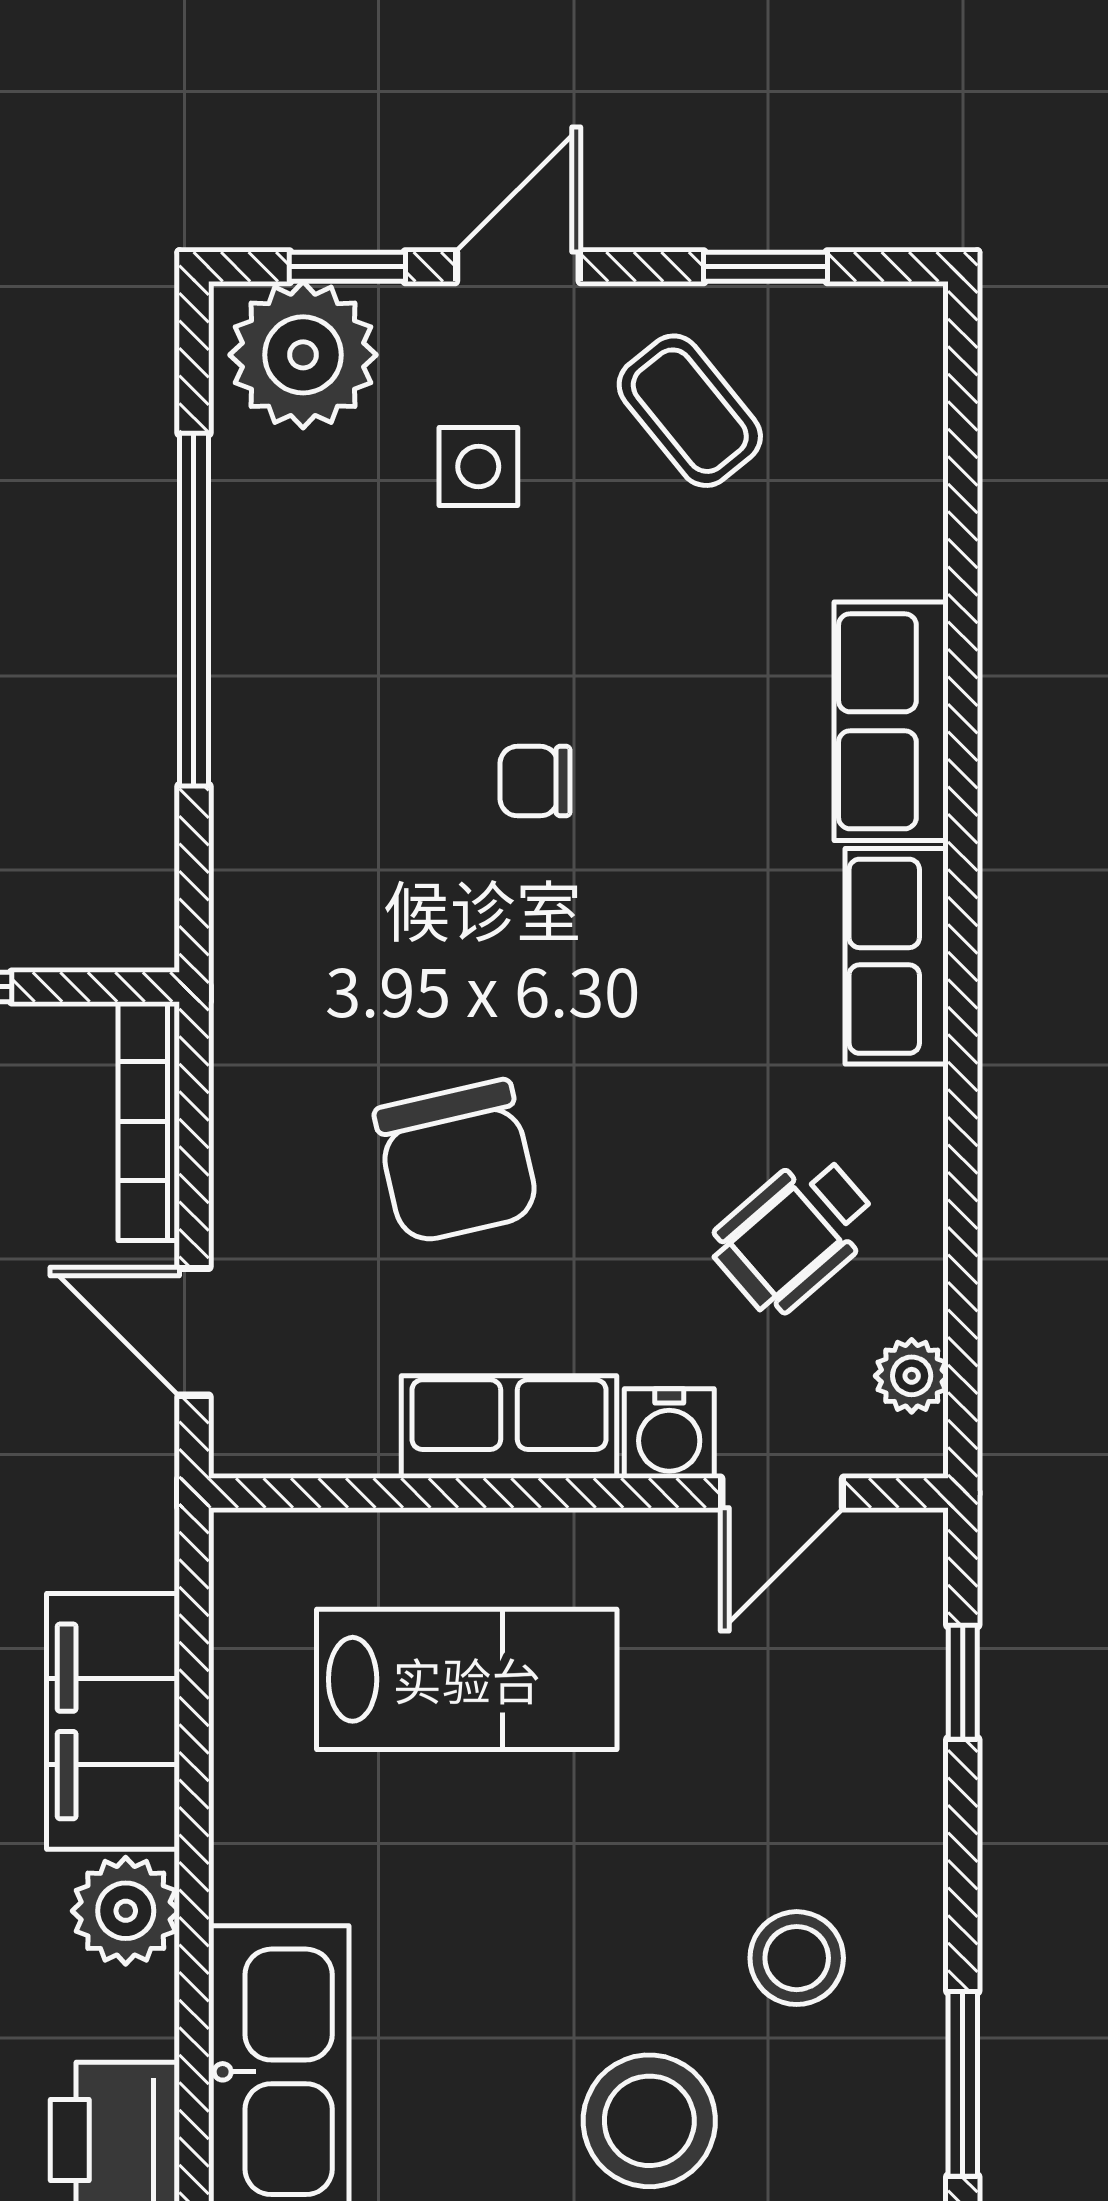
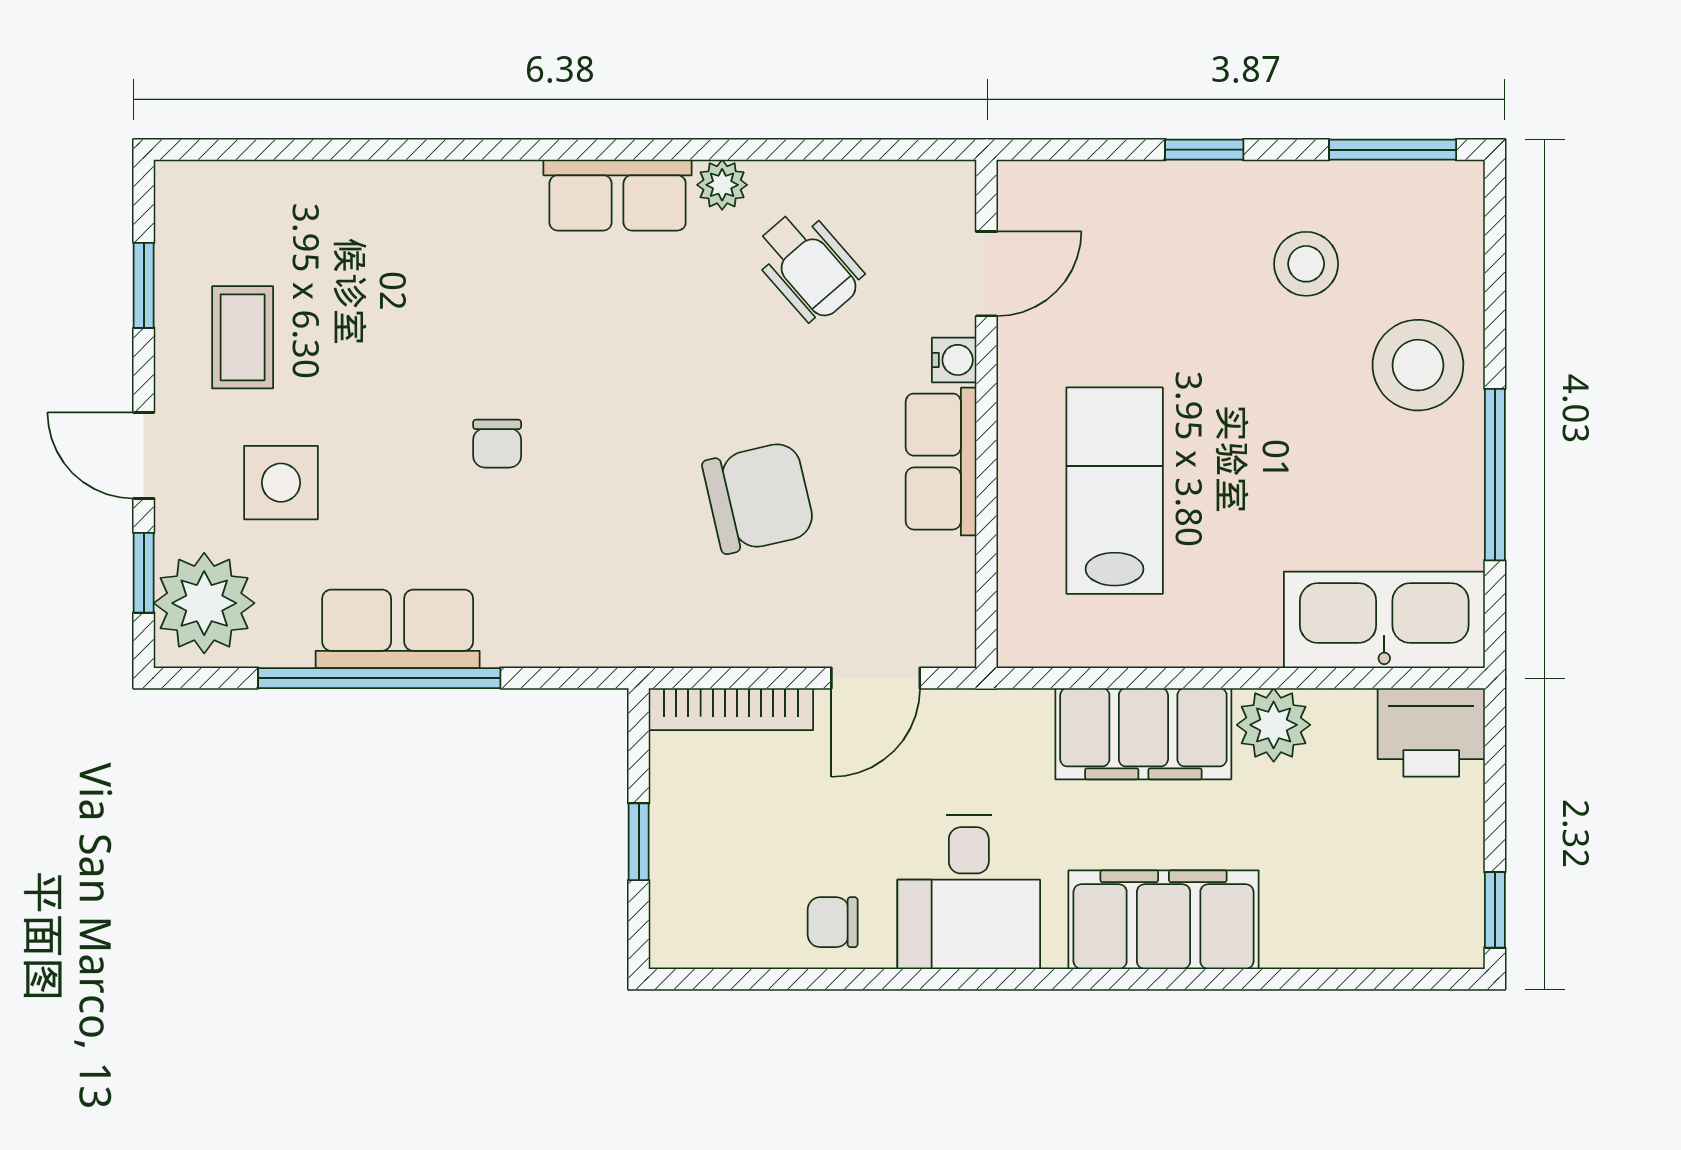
coffee table: (690, 411) -> (243, 337), turned -51
side table: (478, 467) -> (281, 483), width x1.37, depth x1.37
row of seats: (891, 721) -> (398, 629), moved, turned 180
plant: (912, 1376) -> (722, 185), moved
water cooler: (669, 1434) -> (954, 360), width x0.72, depth x0.72
door: (782, 1493) -> (986, 274), hinge flipped
window: (963, 1682) -> (1204, 150), moved

